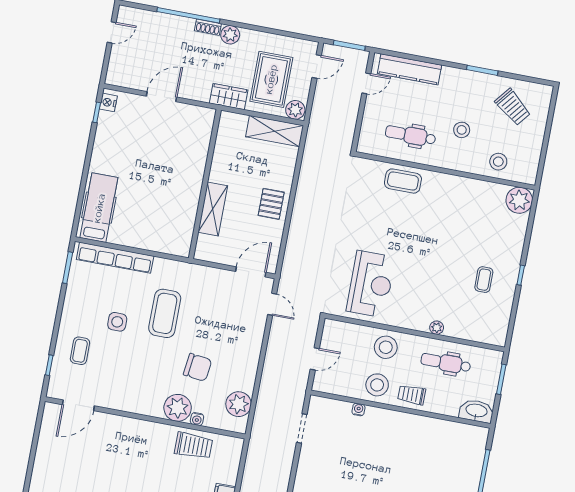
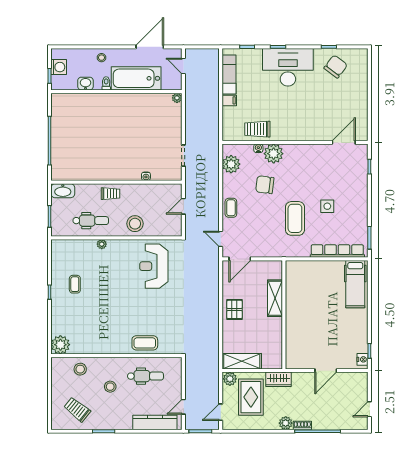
coffee table: (80, 351) -> (231, 208), moved
stool: (377, 385) -> (136, 196), removed

